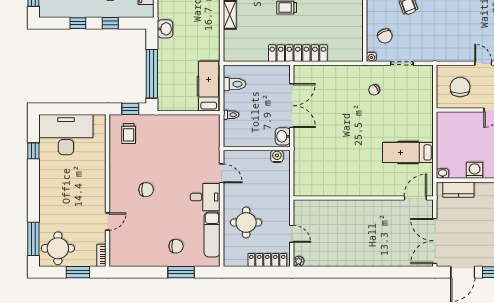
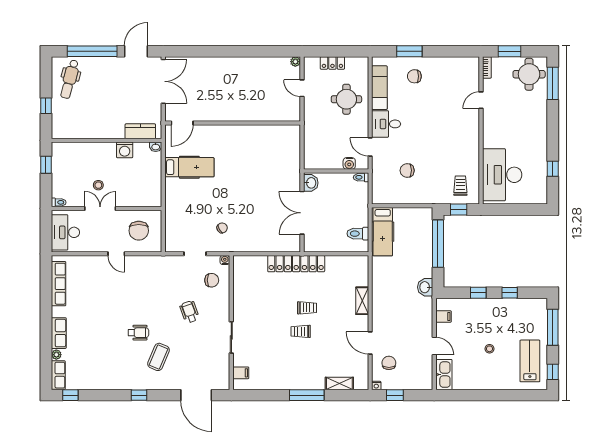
chair: (385, 36) -> (212, 280), turned 113
toilet: (231, 115) -> (361, 177), moved
desk: (66, 135) -> (502, 175), moved, turned 90
water cooler: (277, 156) -> (349, 163), moved
chair: (146, 190) -> (407, 170), moved
locker: (267, 260) -> (332, 63), width x0.66

